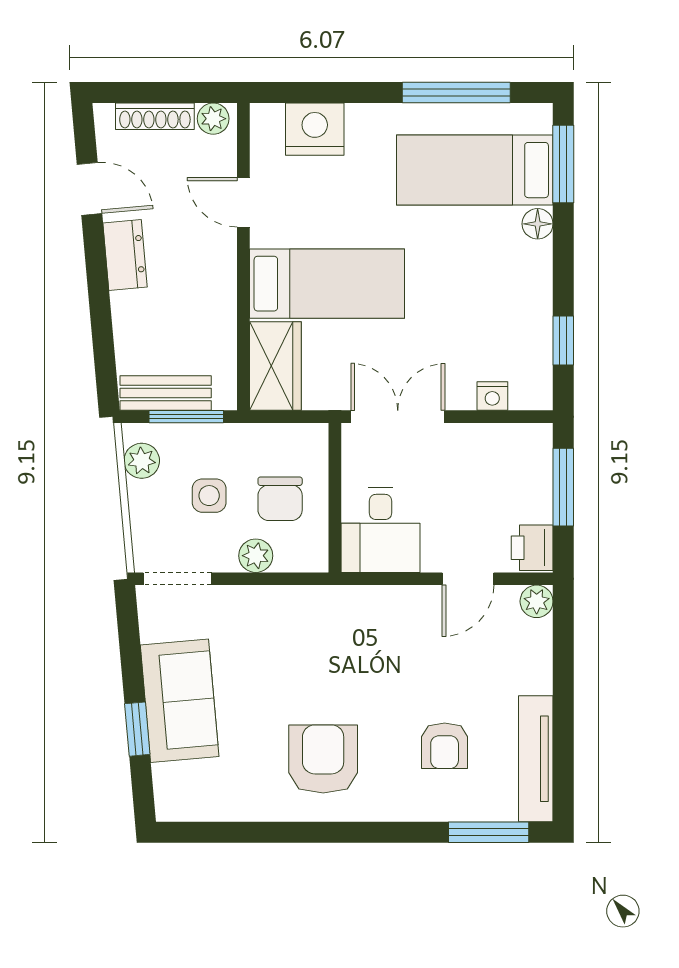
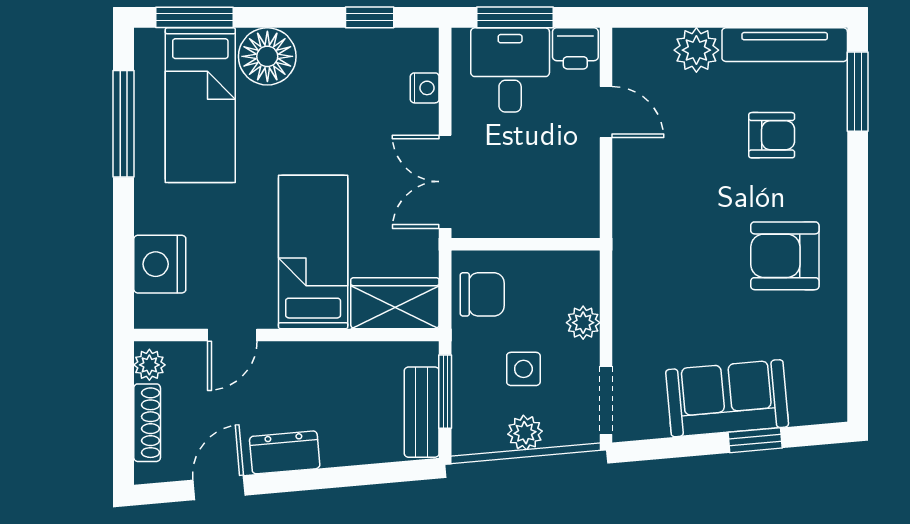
floor lamp: (538, 224) -> (267, 56), width x1.89, depth x1.89
plant: (142, 461) -> (525, 433), moved
chair: (280, 499) -> (482, 294), moved
desk: (380, 530) -> (510, 70), moved, turned -90
plant: (537, 601) -> (696, 50), moved, width x1.38, depth x1.38

